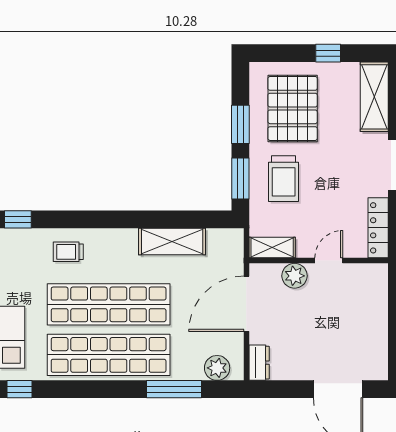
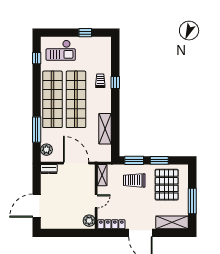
window: (328, 53) -> (192, 201), width x2.17
pallet: (293, 108) -> (167, 185), turned 90
window: (18, 219) -> (115, 82), moved
door: (329, 261) -> (96, 201), hinge flipped
plant: (295, 276) -> (89, 221), moved

